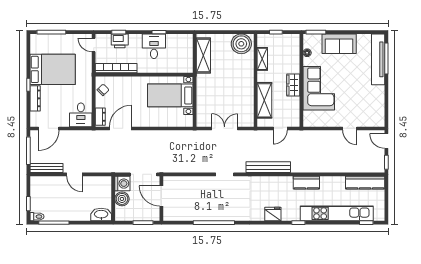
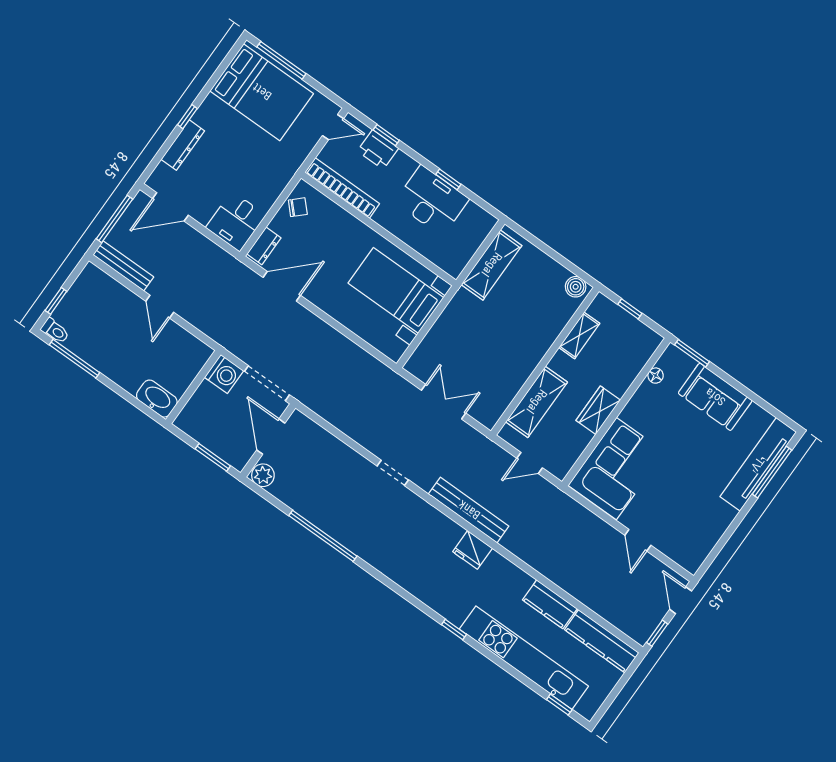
boiler: (241, 44) -> (576, 287), width x0.54, depth x0.54
door: (94, 45) -> (333, 127), swing flipped
desk: (154, 46) -> (432, 201), width x1.37
bed: (53, 69) -> (262, 92), moved
corner sofa: (319, 88) -> (616, 469), moved
kitchen counter: (306, 183) -> (550, 604), moved
boiler: (122, 199) -> (206, 397), removed
fridge: (273, 214) -> (473, 550), moved, turned 180
plant: (170, 215) -> (263, 475), added

